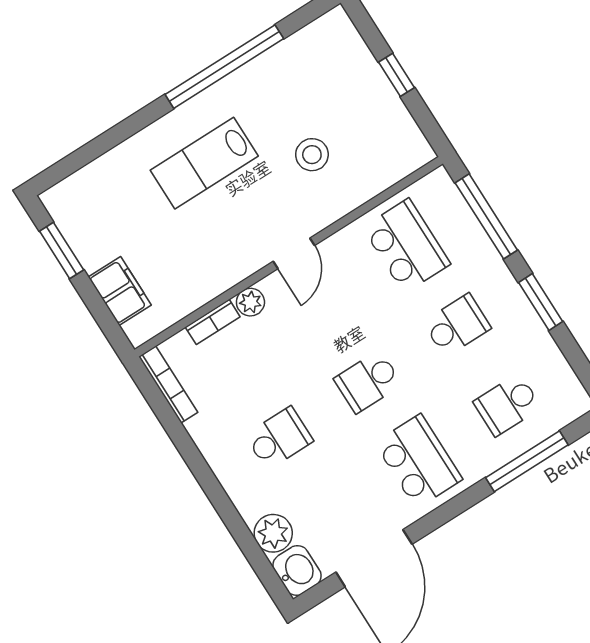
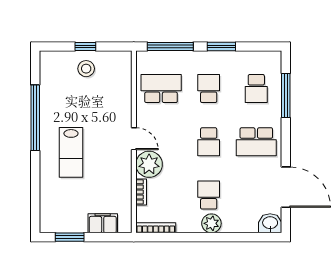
stool: (312, 155) -> (86, 69), moved
plant: (250, 302) -> (149, 164), width x1.87, depth x1.87
school desk: (418, 461) -> (256, 142), turned 180
plant: (273, 533) -> (211, 223), moved

